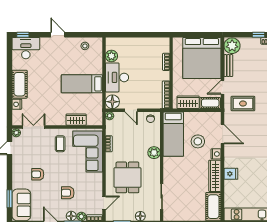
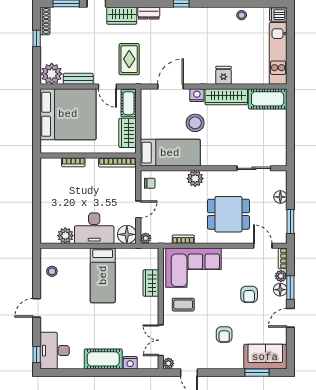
stool: (198, 141) -> (195, 123), moved

